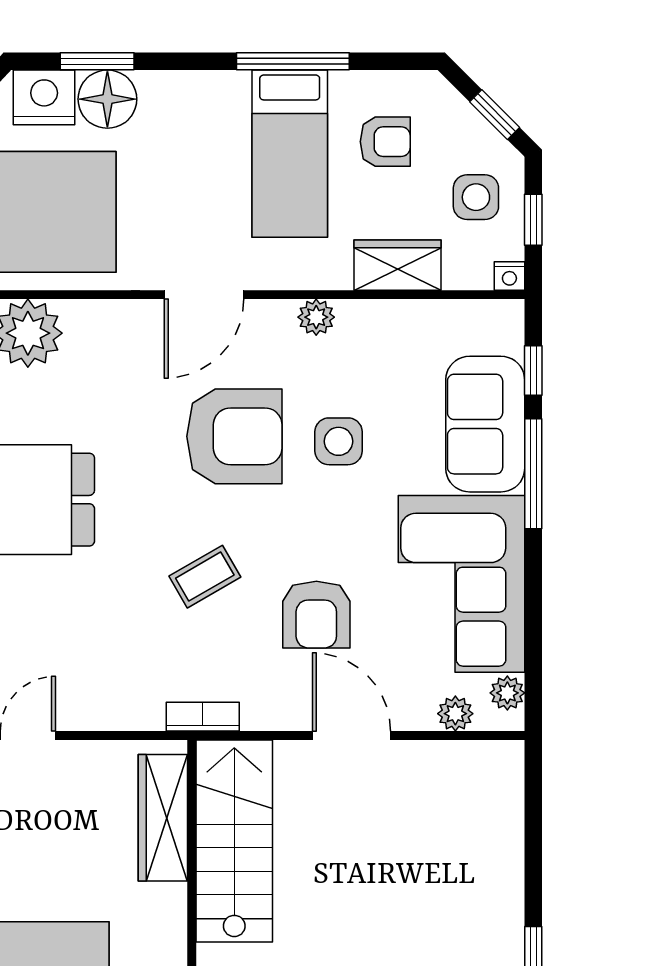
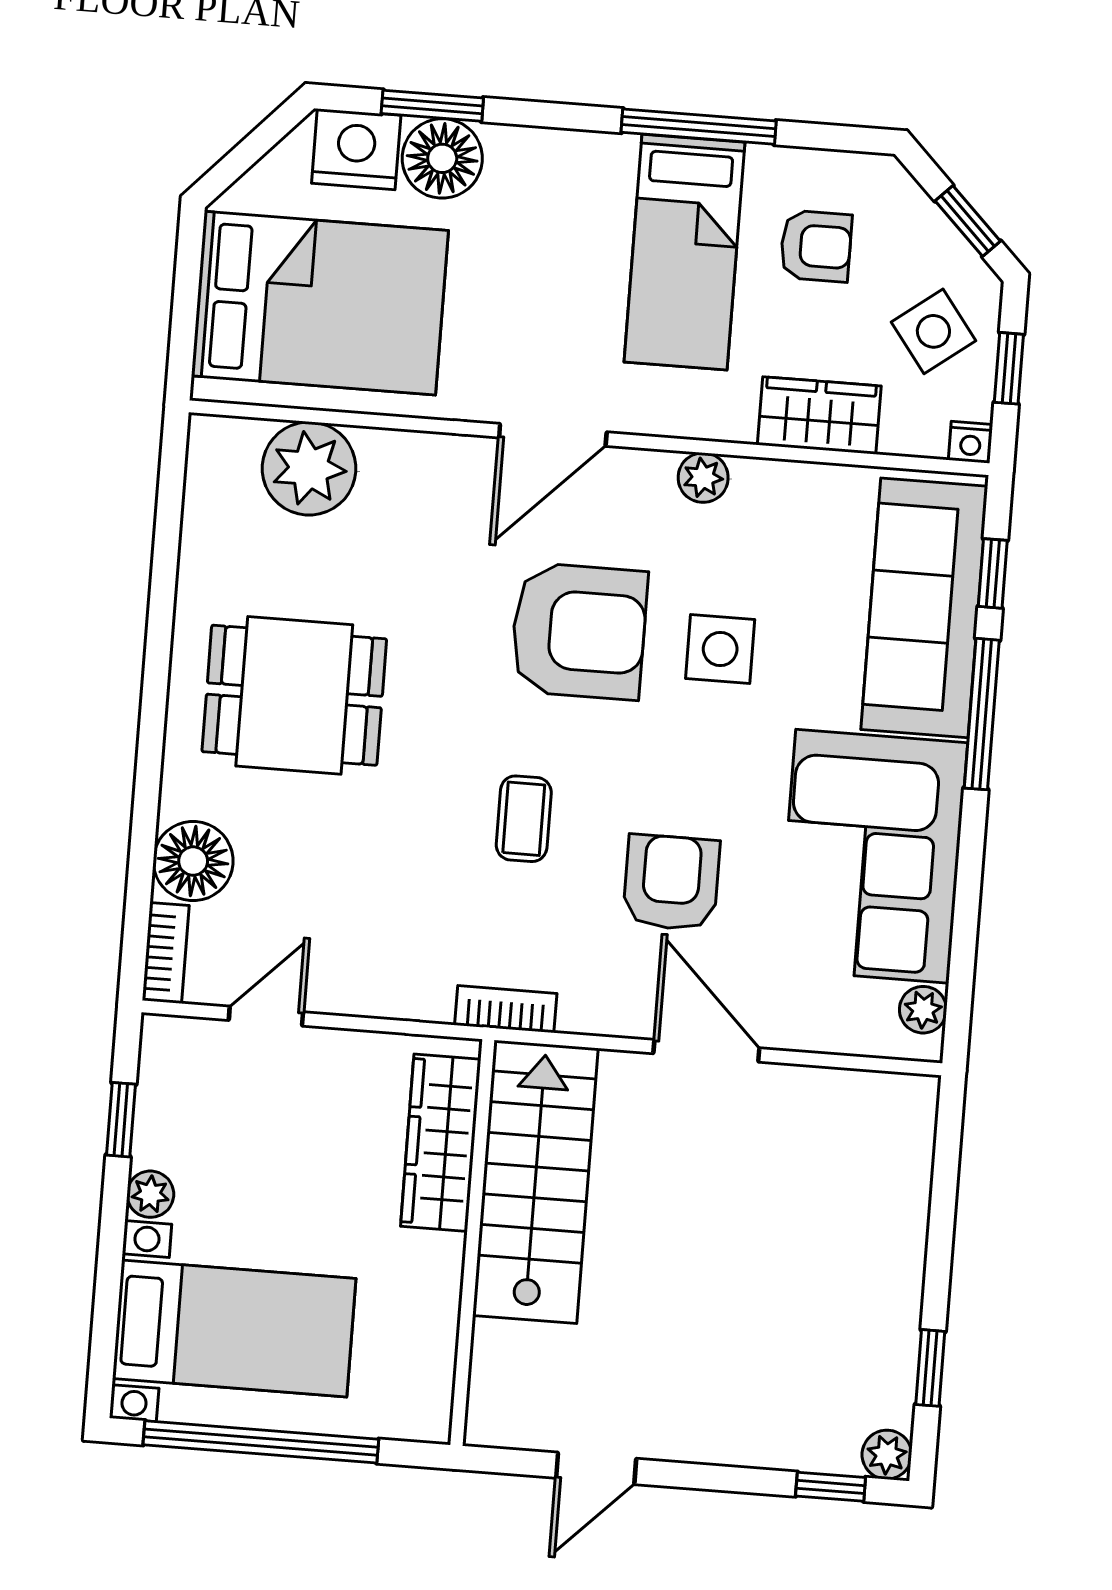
side table: (476, 197) -> (933, 331), turned -37
sofa: (485, 424) -> (924, 608), width x1.36
coffee table: (205, 577) -> (524, 819), turned -60
armchair: (316, 615) -> (671, 882), turned 180
plant: (455, 714) -> (850, 1032), removed

